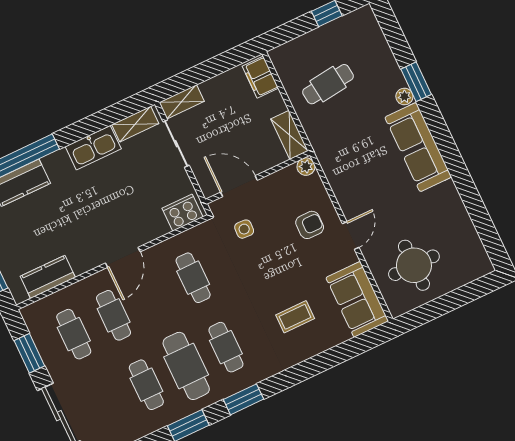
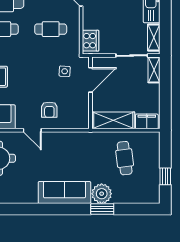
plant: (404, 96) -> (102, 194), width x1.88, depth x1.88
shelving: (290, 135) -> (113, 120), width x1.50, depth x1.33
plant: (306, 167) -> (84, 123), removed

